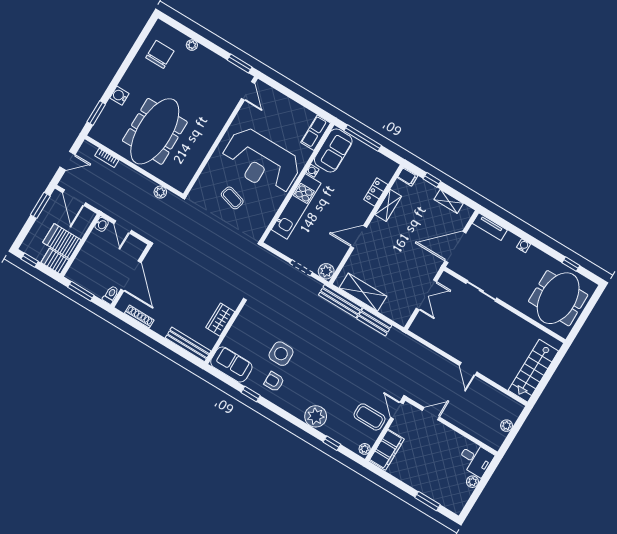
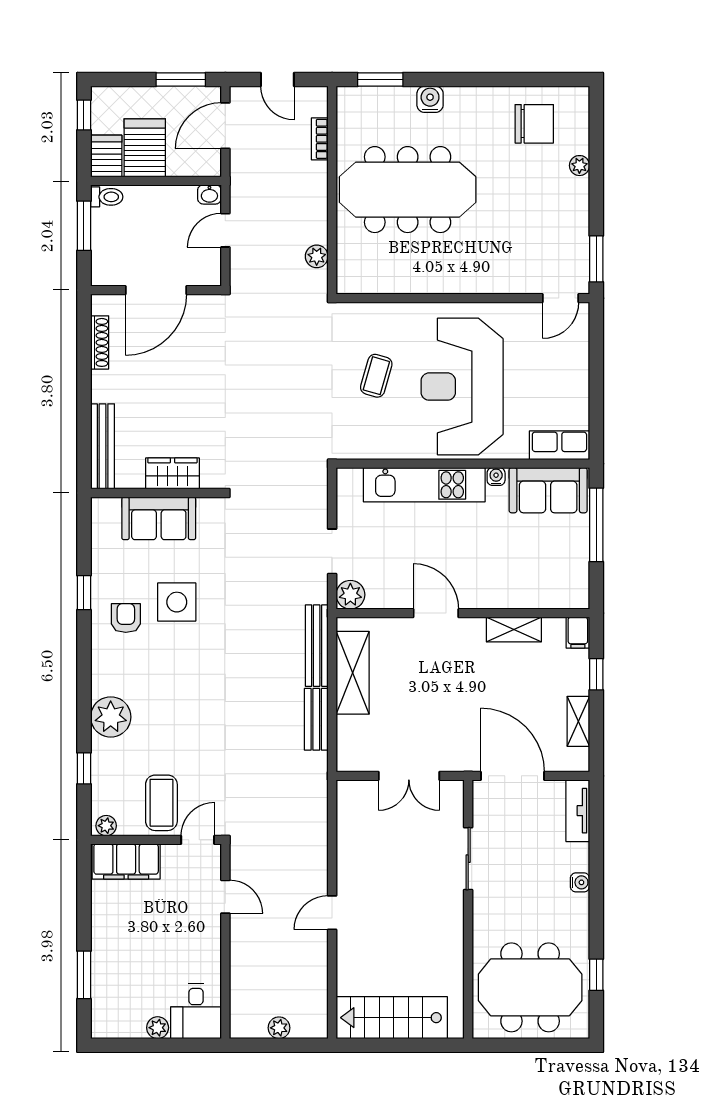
locker: (376, 192) -> (523, 597), removed
toilet: (111, 295) -> (107, 197), moved
sofa: (231, 365) -> (159, 518), moved, turned 90

